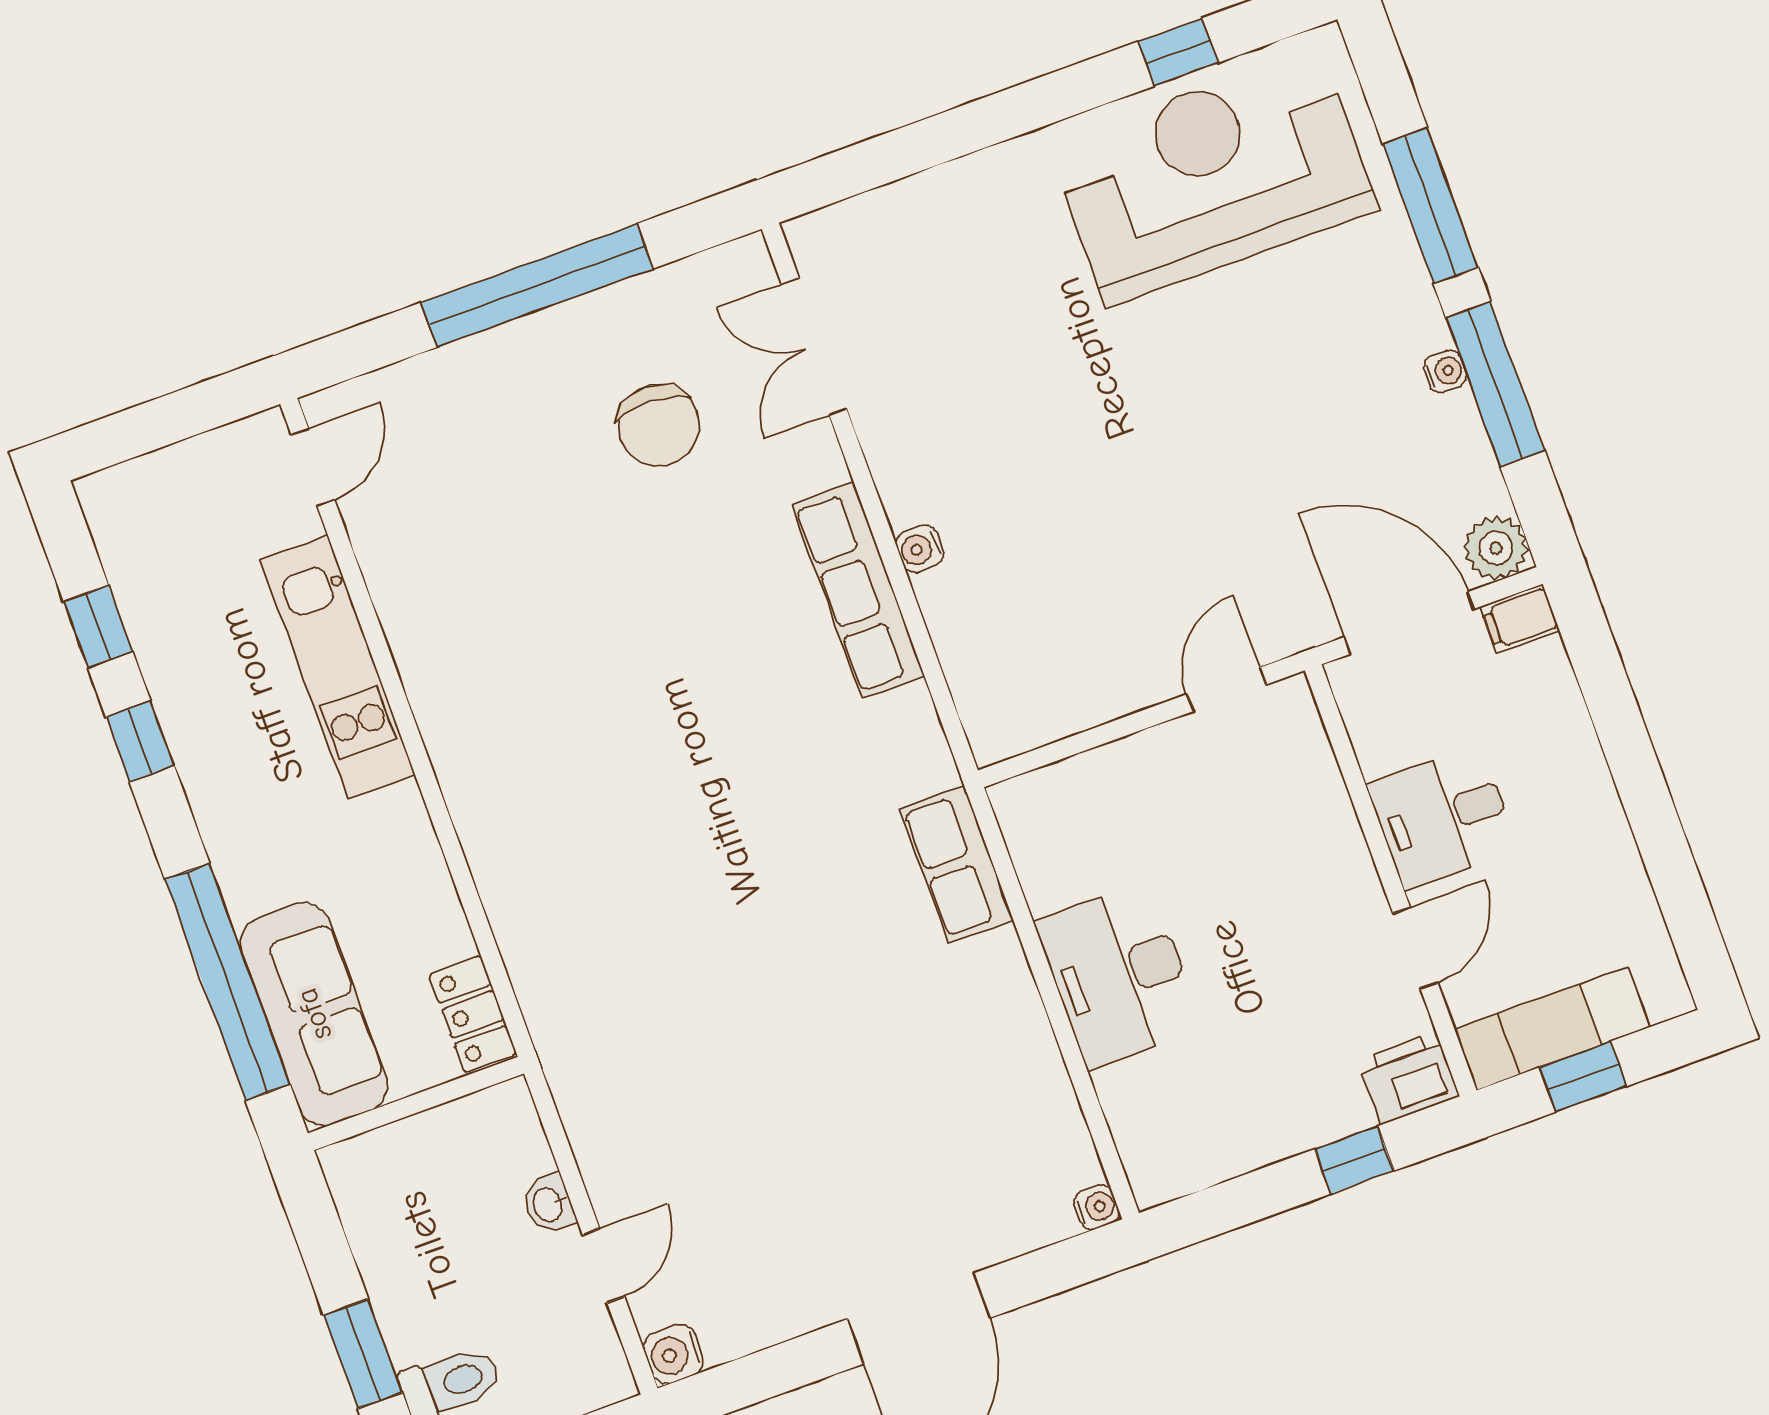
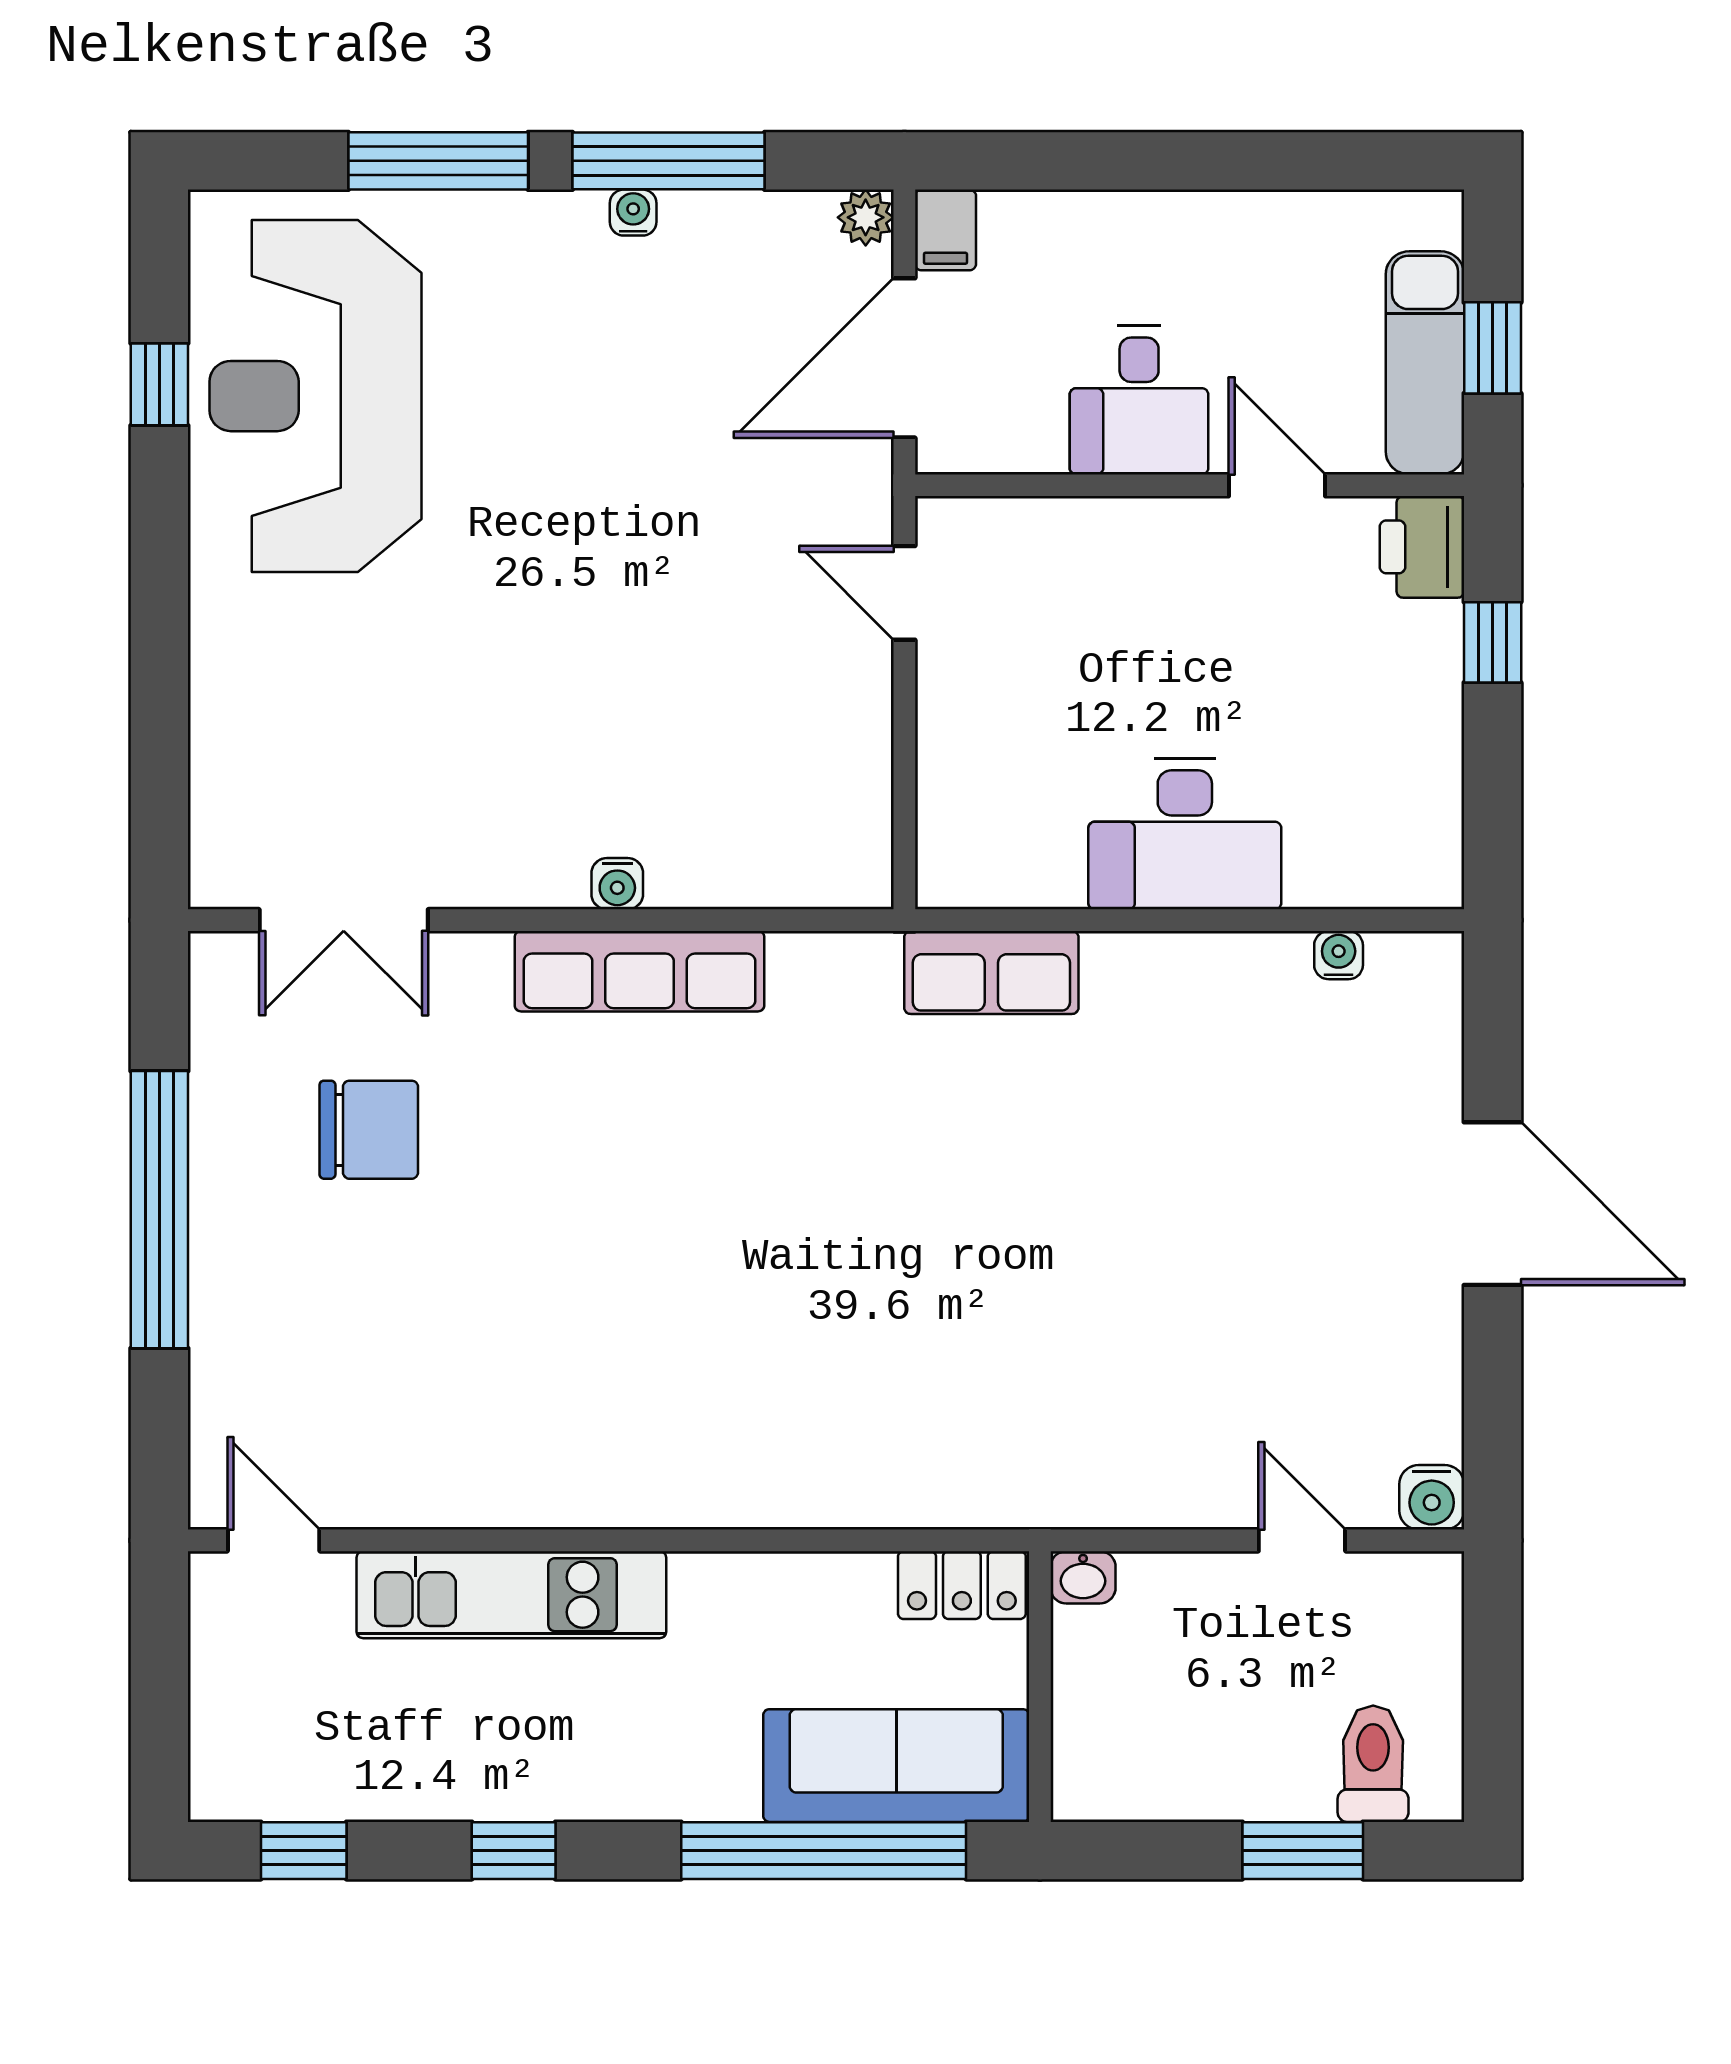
plant: (1496, 548) -> (866, 217), width x0.73, depth x0.73
window: (98, 626) -> (304, 1851), moved
washbasin: (549, 1204) -> (1083, 1577), moved
water cooler: (1097, 1207) -> (1339, 955), moved

